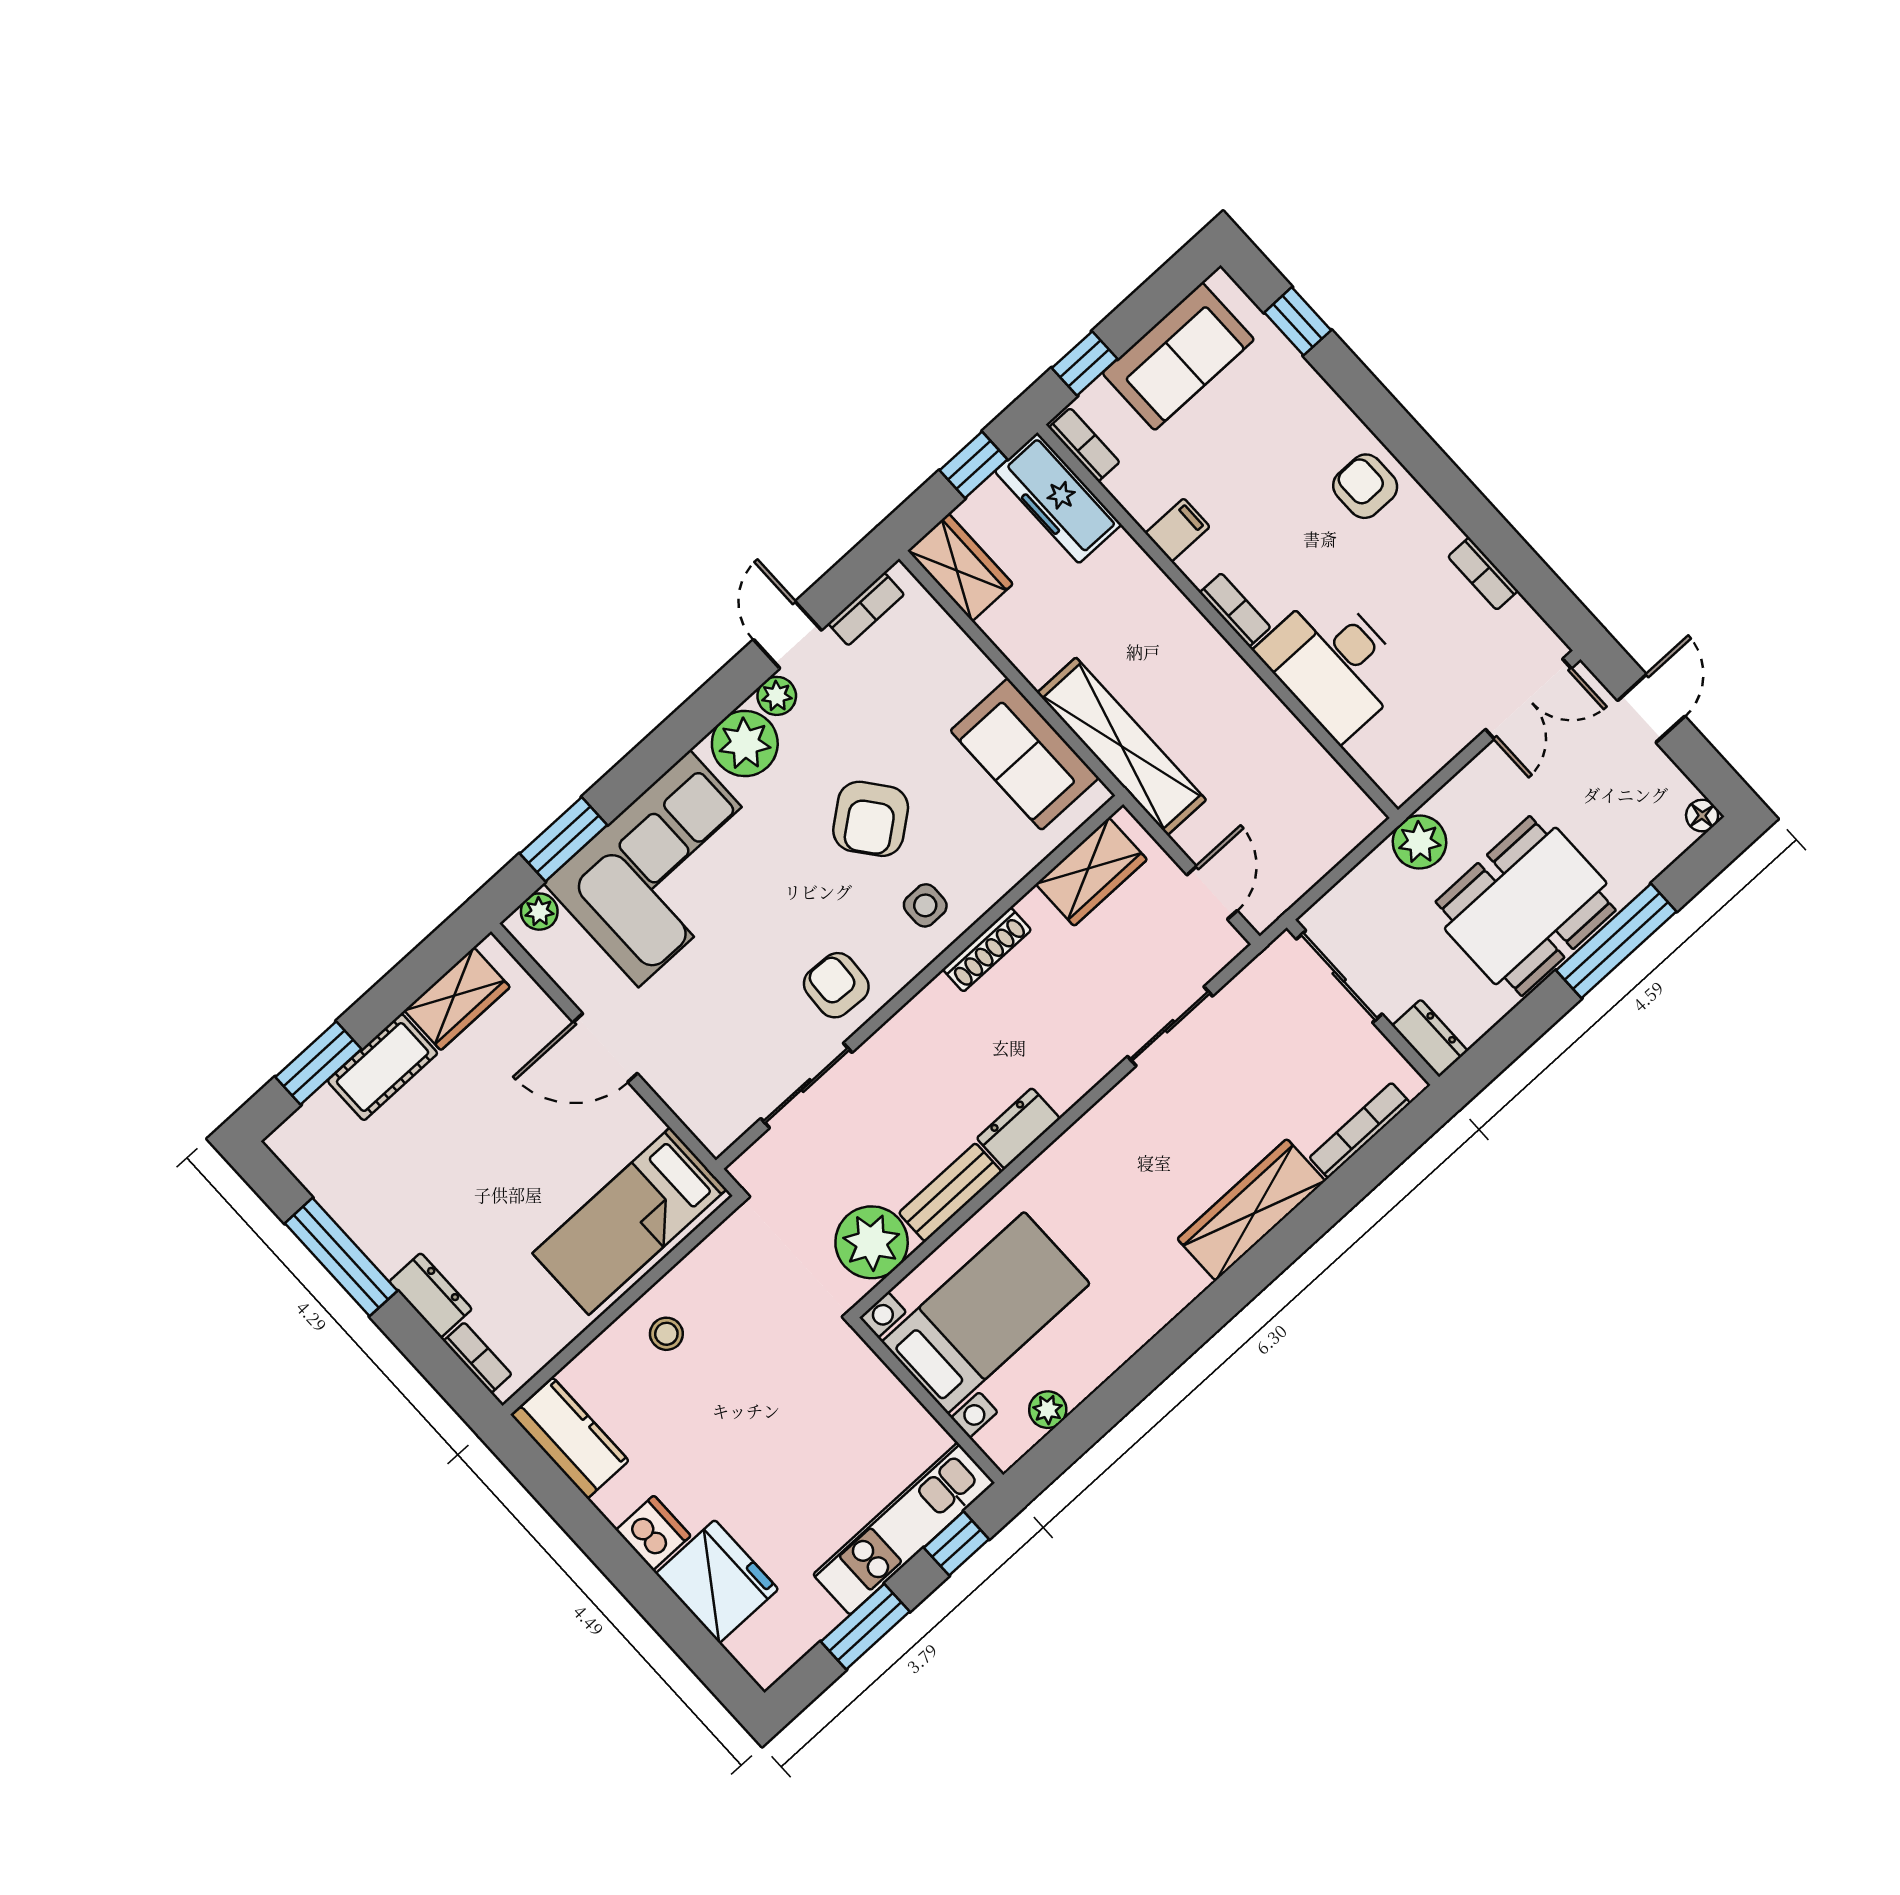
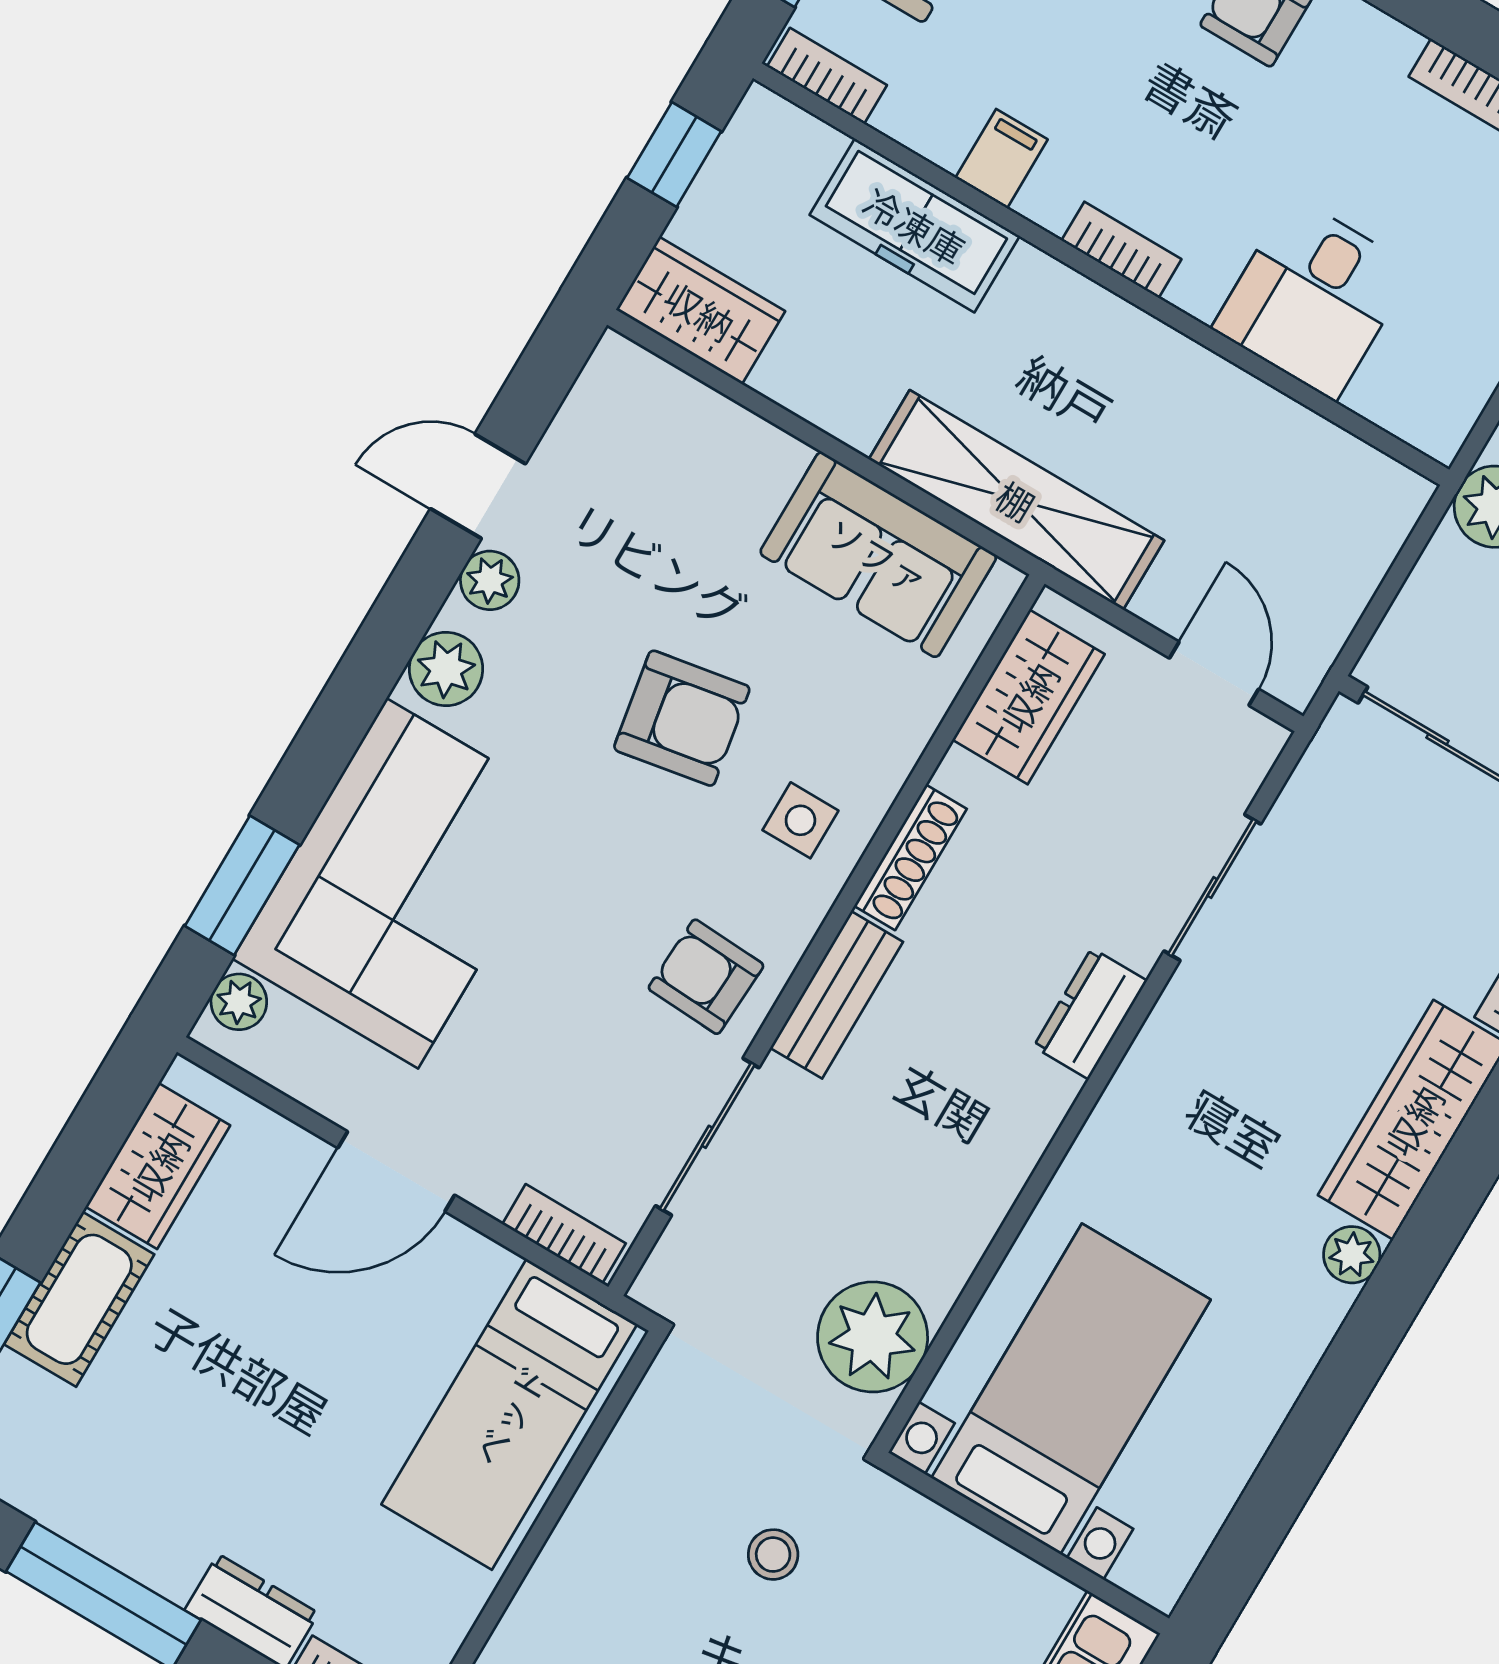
freezer: (1058, 498) -> (915, 225), moved
bookcase: (866, 609) -> (564, 1234), moved, turned -90
door: (787, 635) -> (478, 486), hinge flipped
desk: (1334, 664) -> (1313, 298), width x0.73
plant: (745, 744) -> (446, 669), width x0.73, depth x0.73
armchair: (871, 819) -> (682, 718), turned -62
dresser: (1018, 1128) -> (1090, 1014), moved
bench: (950, 1192) -> (837, 995), moved
stool: (666, 1334) -> (773, 1555), moved
plant: (1048, 1410) -> (1352, 1255), moved

